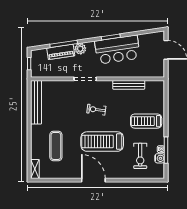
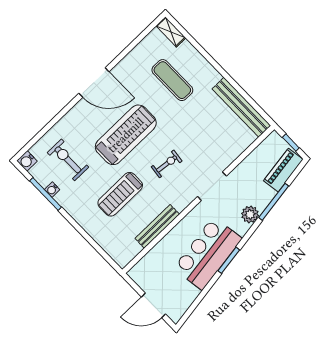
piano: (61, 52) -> (283, 170), moved
treadmill: (146, 121) -> (120, 194), moved, turned 180
water cooler: (160, 158) -> (27, 161), moved

